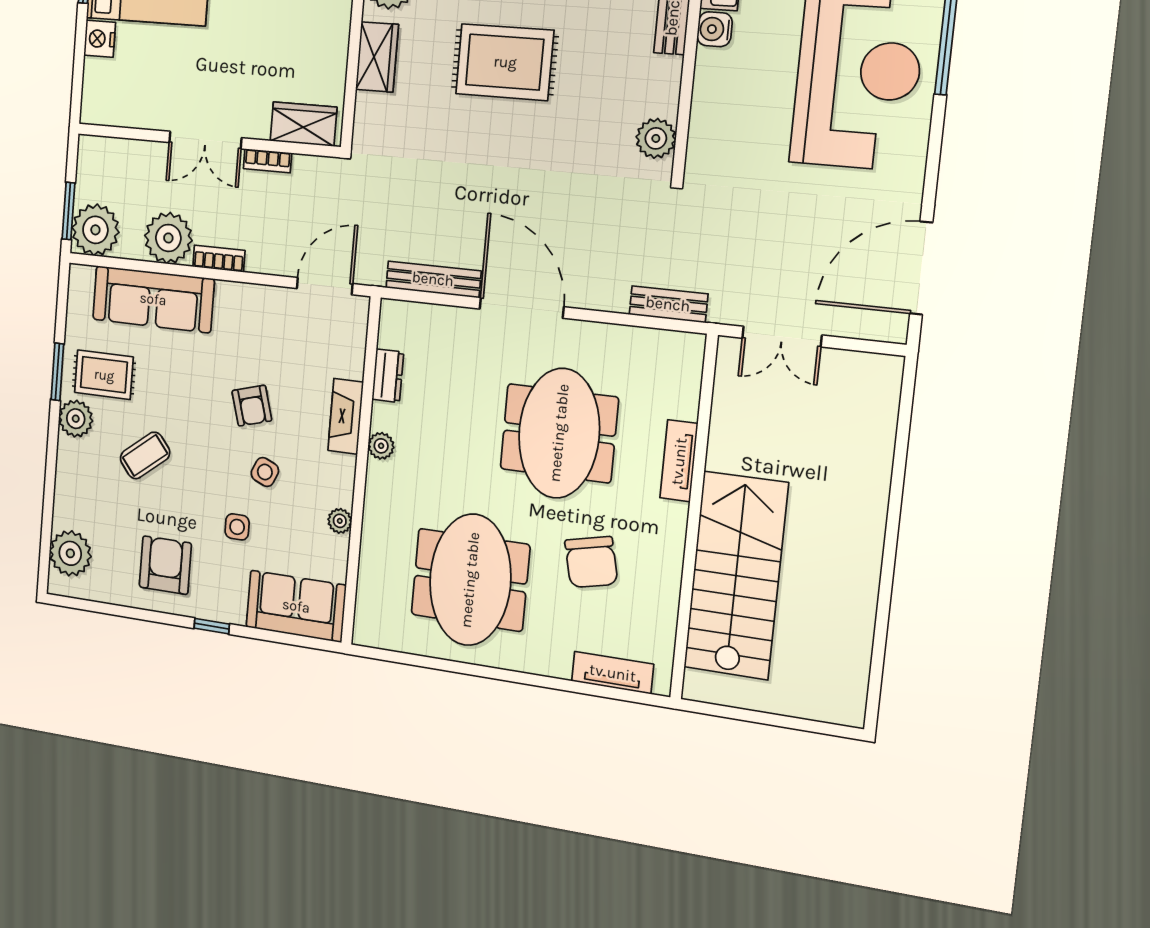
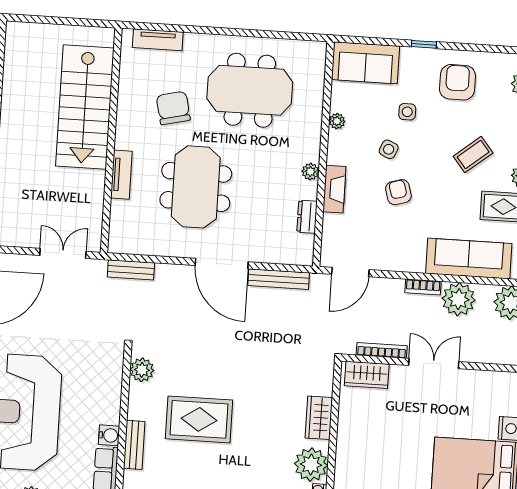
rug: (505, 62) -> (199, 419), moved
bookcase: (267, 161) -> (382, 350), width x1.56
armchair: (165, 565) -> (457, 82), turned 180
meeting table: (470, 580) -> (250, 90), turned 90

